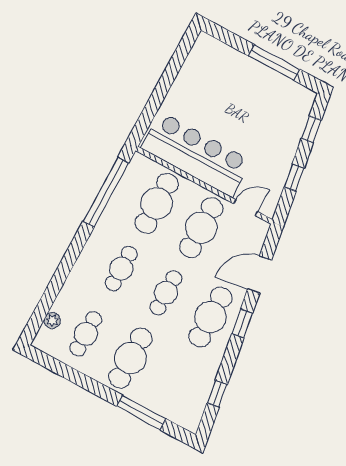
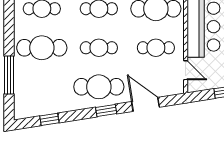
cafe table: (201, 228) -> (156, 48), width x0.73, depth x0.74

